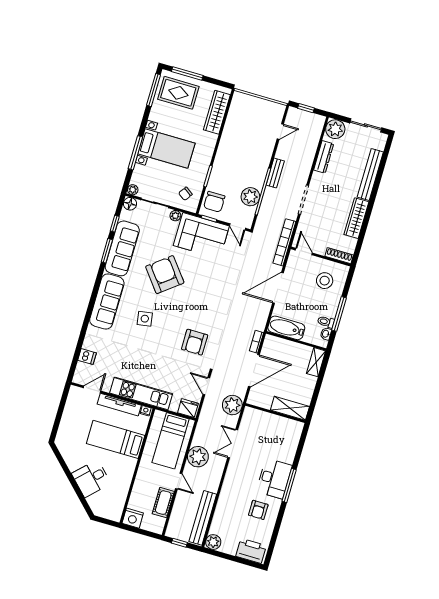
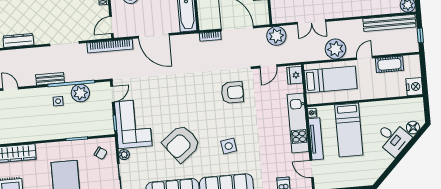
side table: (251, 172) -> (58, 101), added
chair: (214, 202) -> (98, 124), removed
floor lamp: (94, 502) -> (413, 128), added

